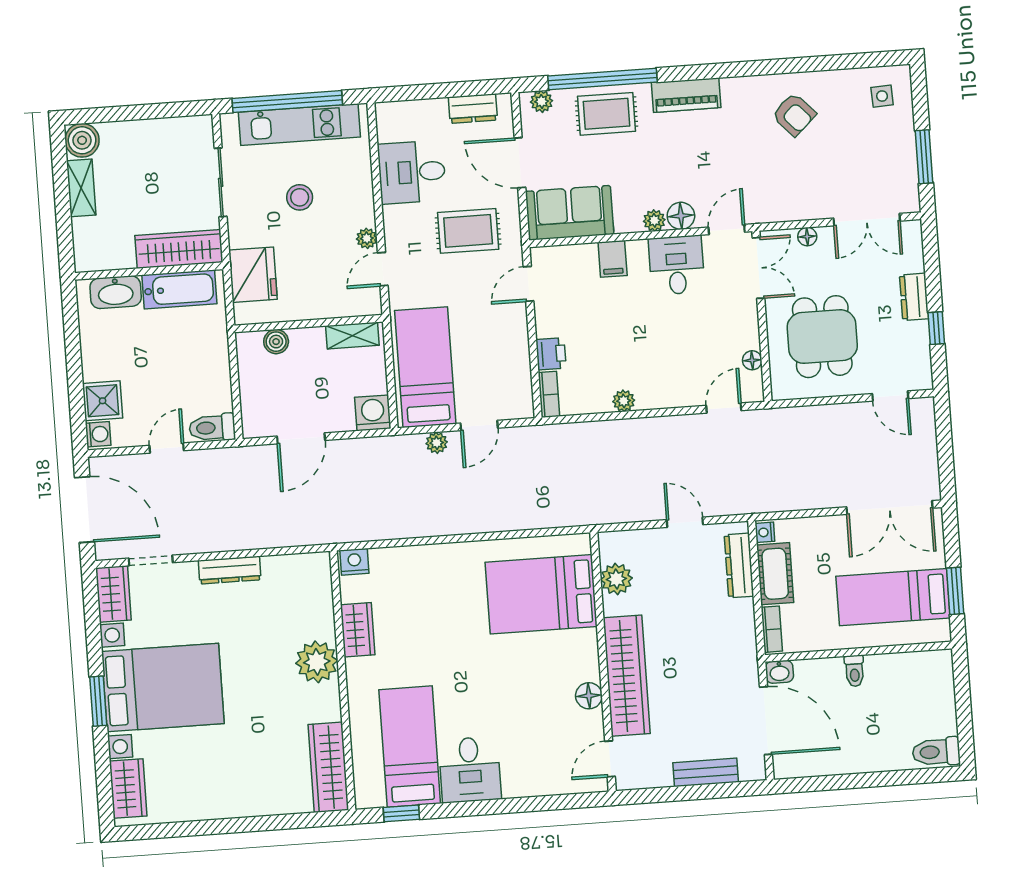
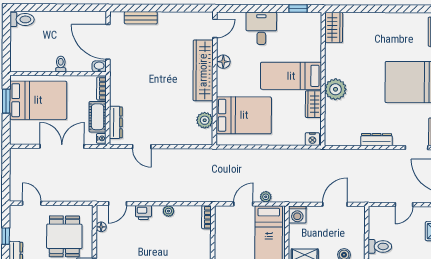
printer: (551, 354) -> (143, 213), moved, turned -90
toilet: (212, 428) -> (380, 246), moved
double door: (890, 508) -> (62, 146), moved
plant: (616, 579) -> (205, 120), moved
bed: (541, 594) -> (244, 115), moved
bed: (893, 597) -> (38, 100), width x1.50
wall: (603, 662) -> (215, 78), moved
wardrobe: (627, 676) -> (203, 70), moved
floor lamp: (589, 696) -> (223, 62), moved
bed: (410, 747) -> (291, 76), moved, turned 90
door: (610, 759) -> (215, 28), moved
wardrobe: (328, 767) -> (334, 27), width x0.67

